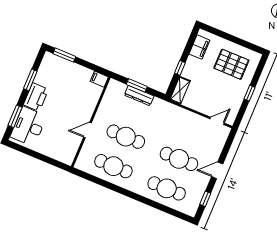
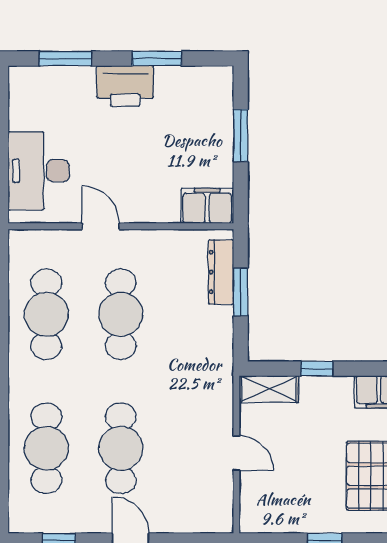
window: (64, 55) -> (241, 135), moved
filing cabinet: (99, 79) -> (207, 206), width x2.00
dresser: (139, 96) -> (221, 272), moved
door: (217, 121) -> (236, 453), moved
desk: (28, 126) -> (39, 171), moved, turned -90

